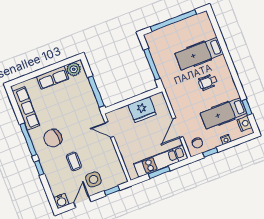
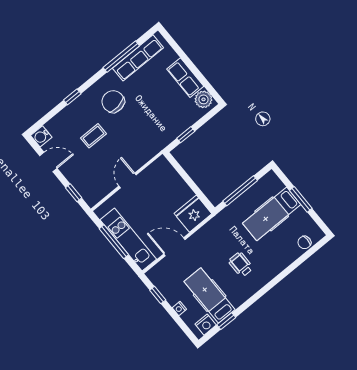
window: (173, 21) -> (301, 199), width x0.47
hospital bed: (199, 54) -> (272, 214), moved, turned -90
window: (96, 91) -> (186, 135), width x0.46
fridge: (142, 110) -> (193, 214), moved, turned 90
door: (109, 130) -> (128, 180), moved
window: (28, 140) -> (121, 57), moved
chair: (197, 143) -> (304, 242), moved
window: (159, 172) -> (114, 242), width x1.44
side table: (93, 179) -> (80, 166), removed

